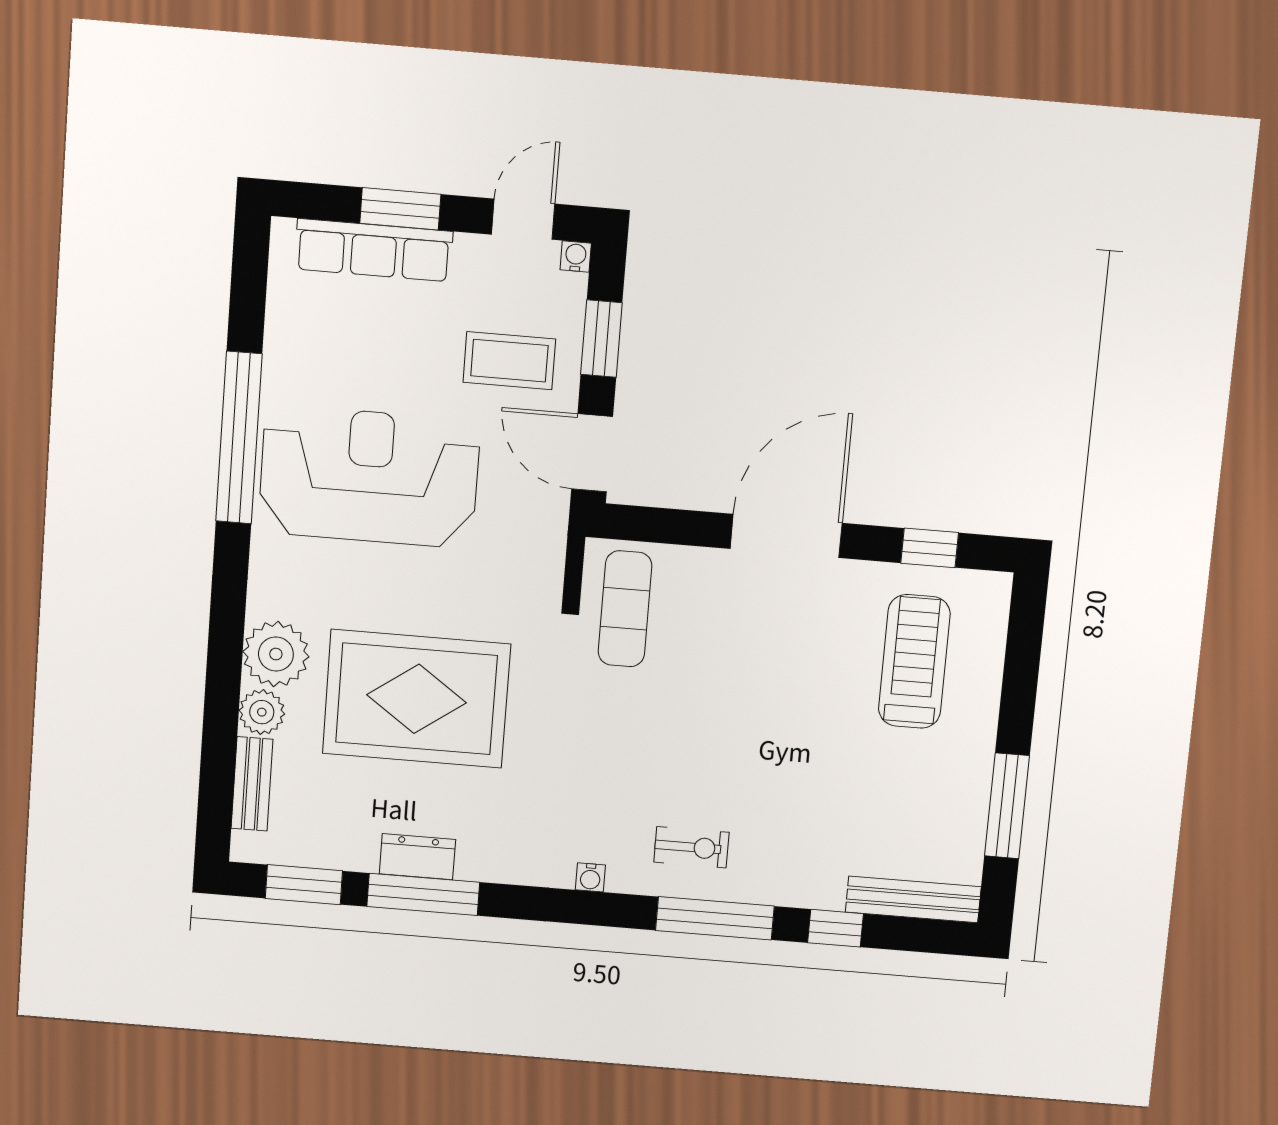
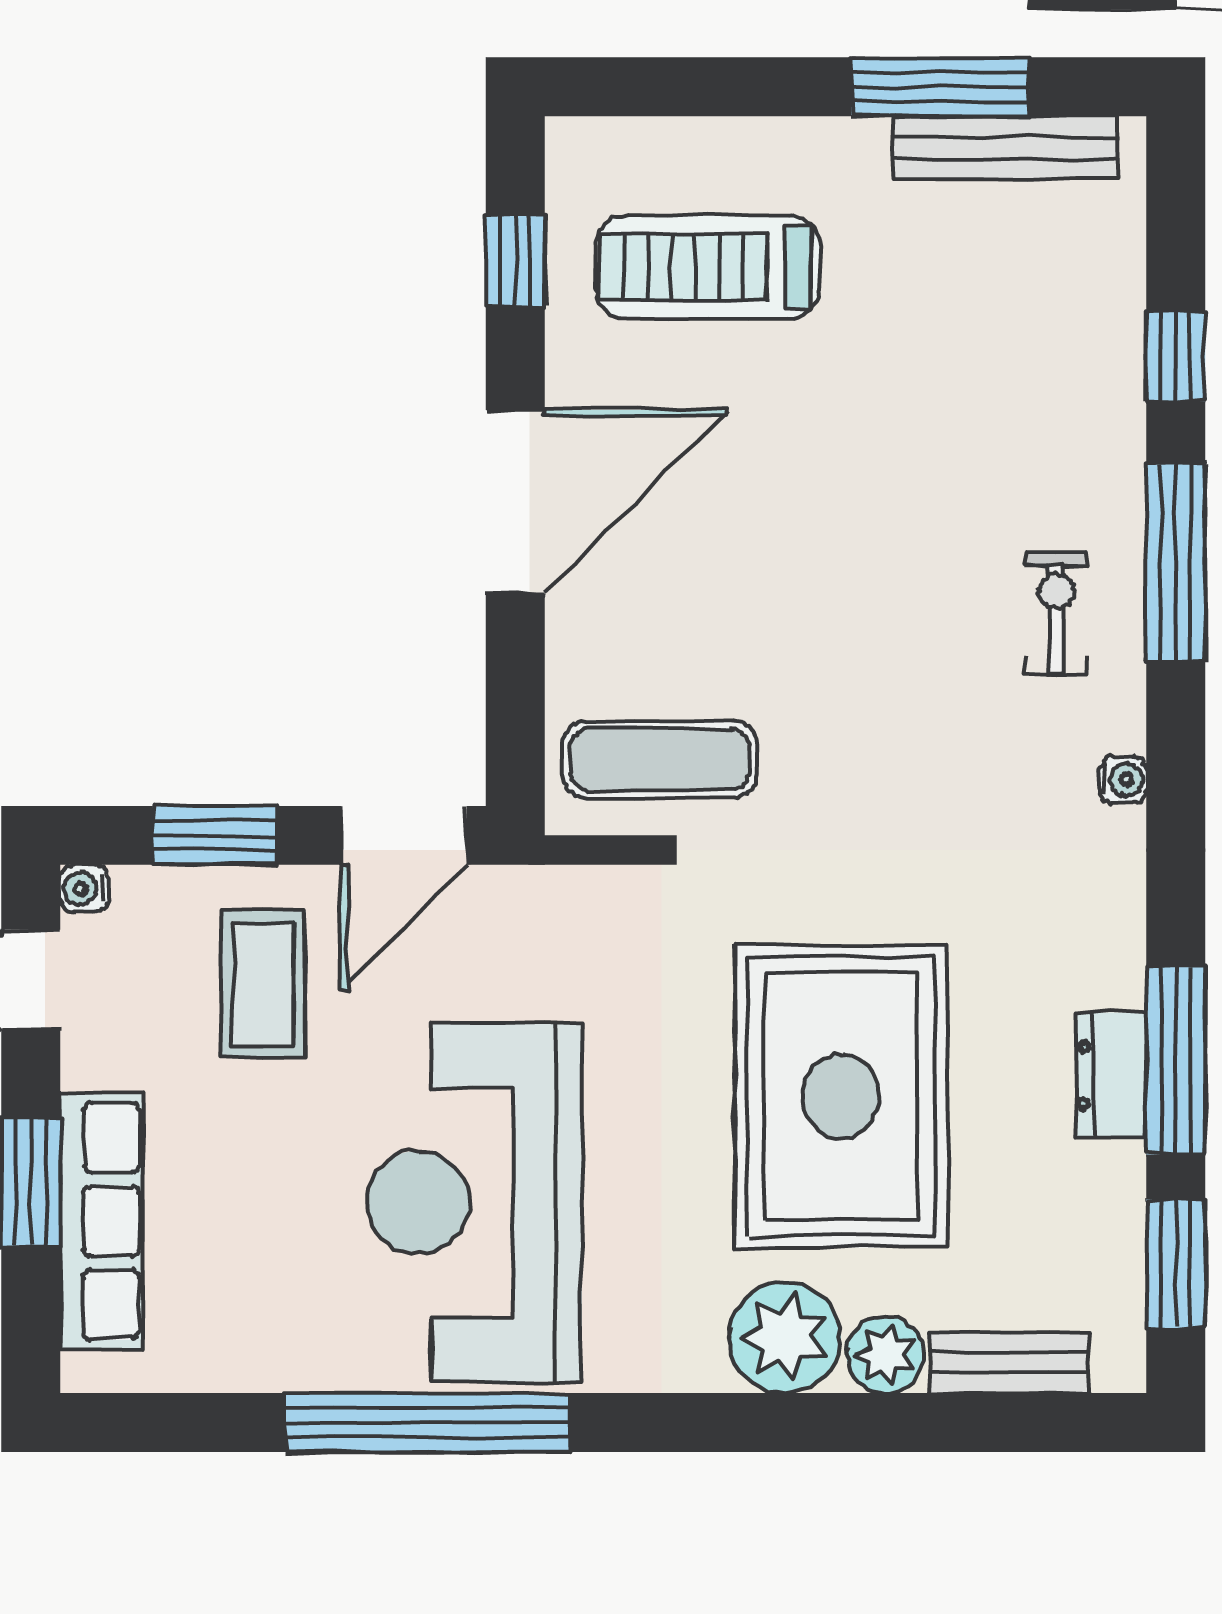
door: (786, 536) -> (515, 501), swing flipped
bench: (913, 899) -> (1006, 148), moved, turned 90

